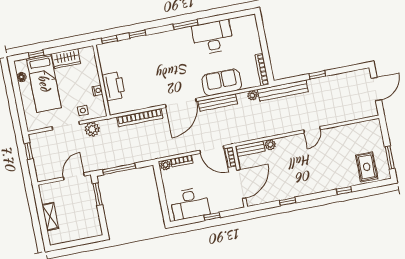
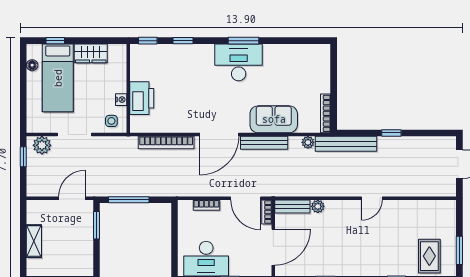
desk: (213, 37) -> (239, 62), moved
side table: (83, 110) -> (111, 121), moved
plant: (92, 129) -> (42, 145), moved
plant: (165, 165) -> (186, 206), removed

